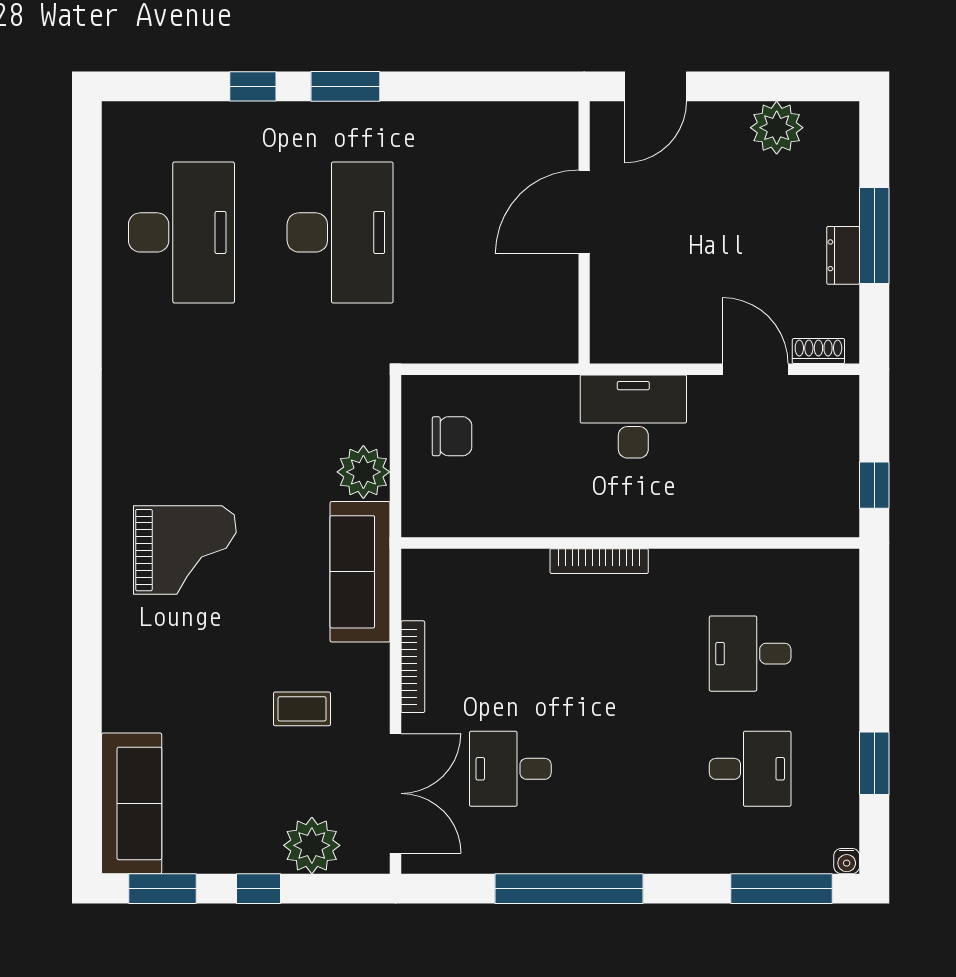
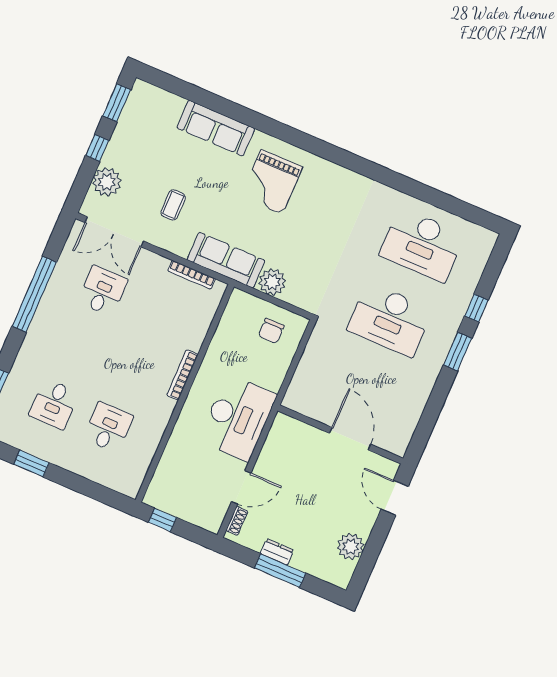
desk: (633, 416) -> (238, 418), width x1.36, depth x1.30
bookcase: (413, 667) -> (191, 275), moved
sofa: (132, 803) -> (216, 128), moved

